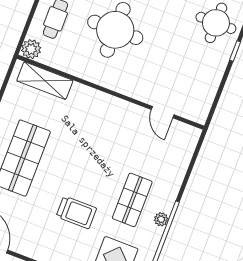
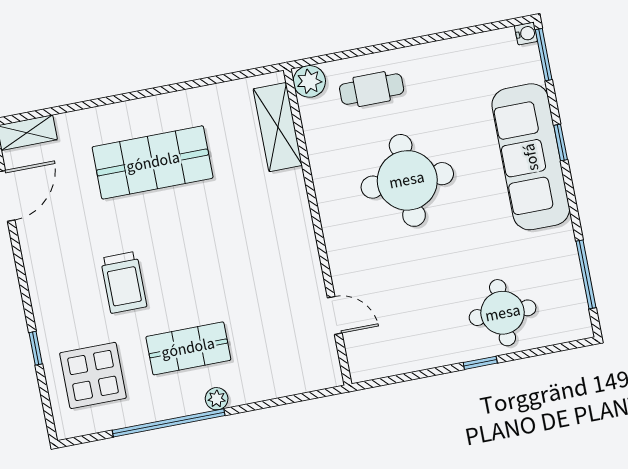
door: (163, 112) -> (335, 315), swing flipped
plant: (161, 219) -> (217, 399), moved

